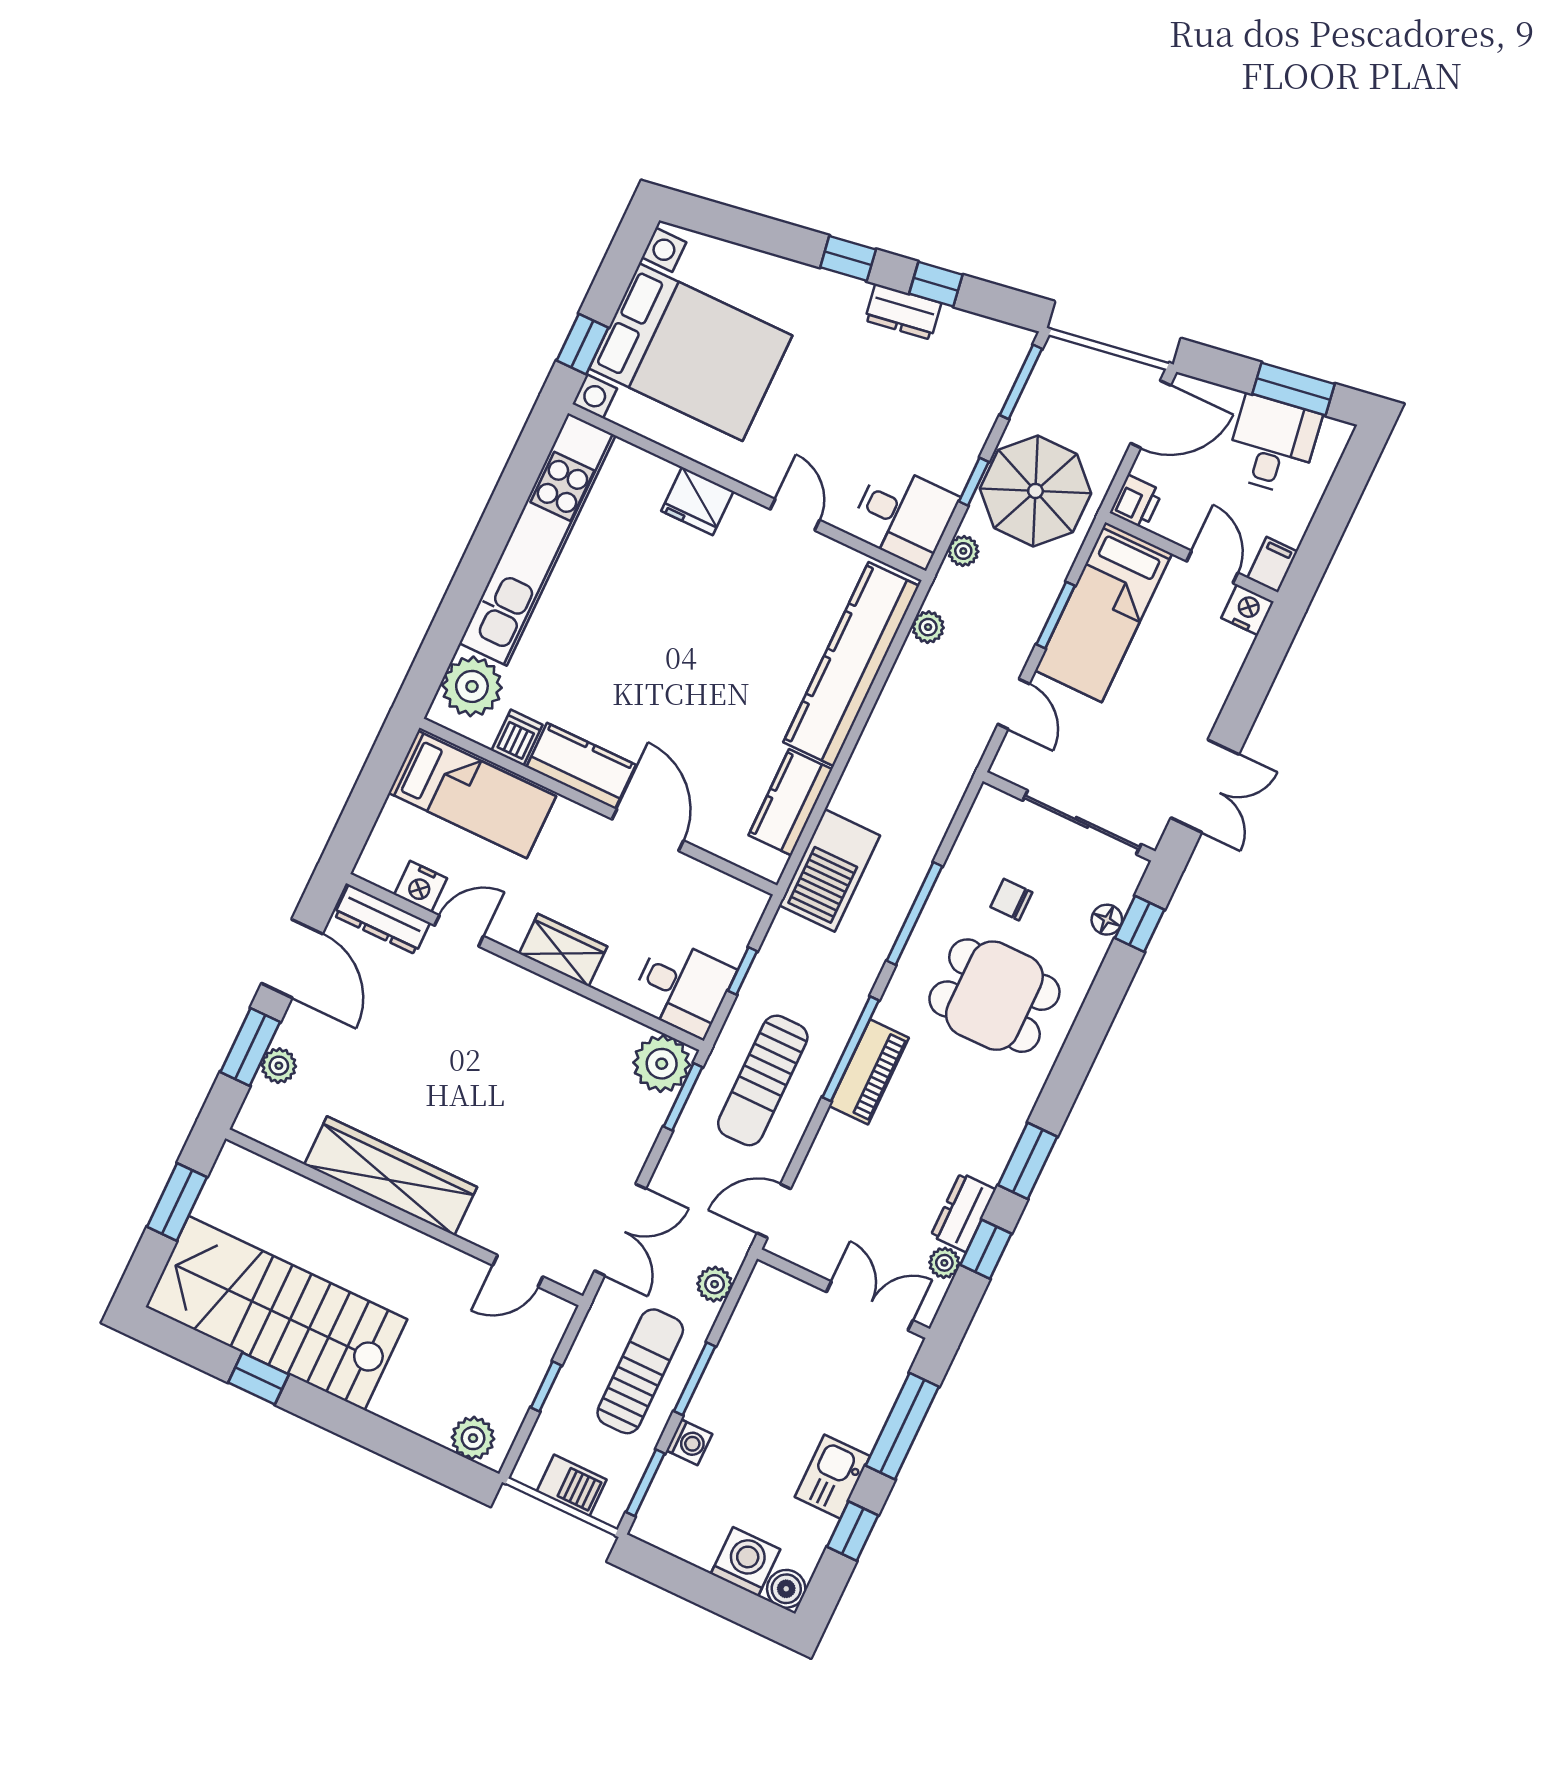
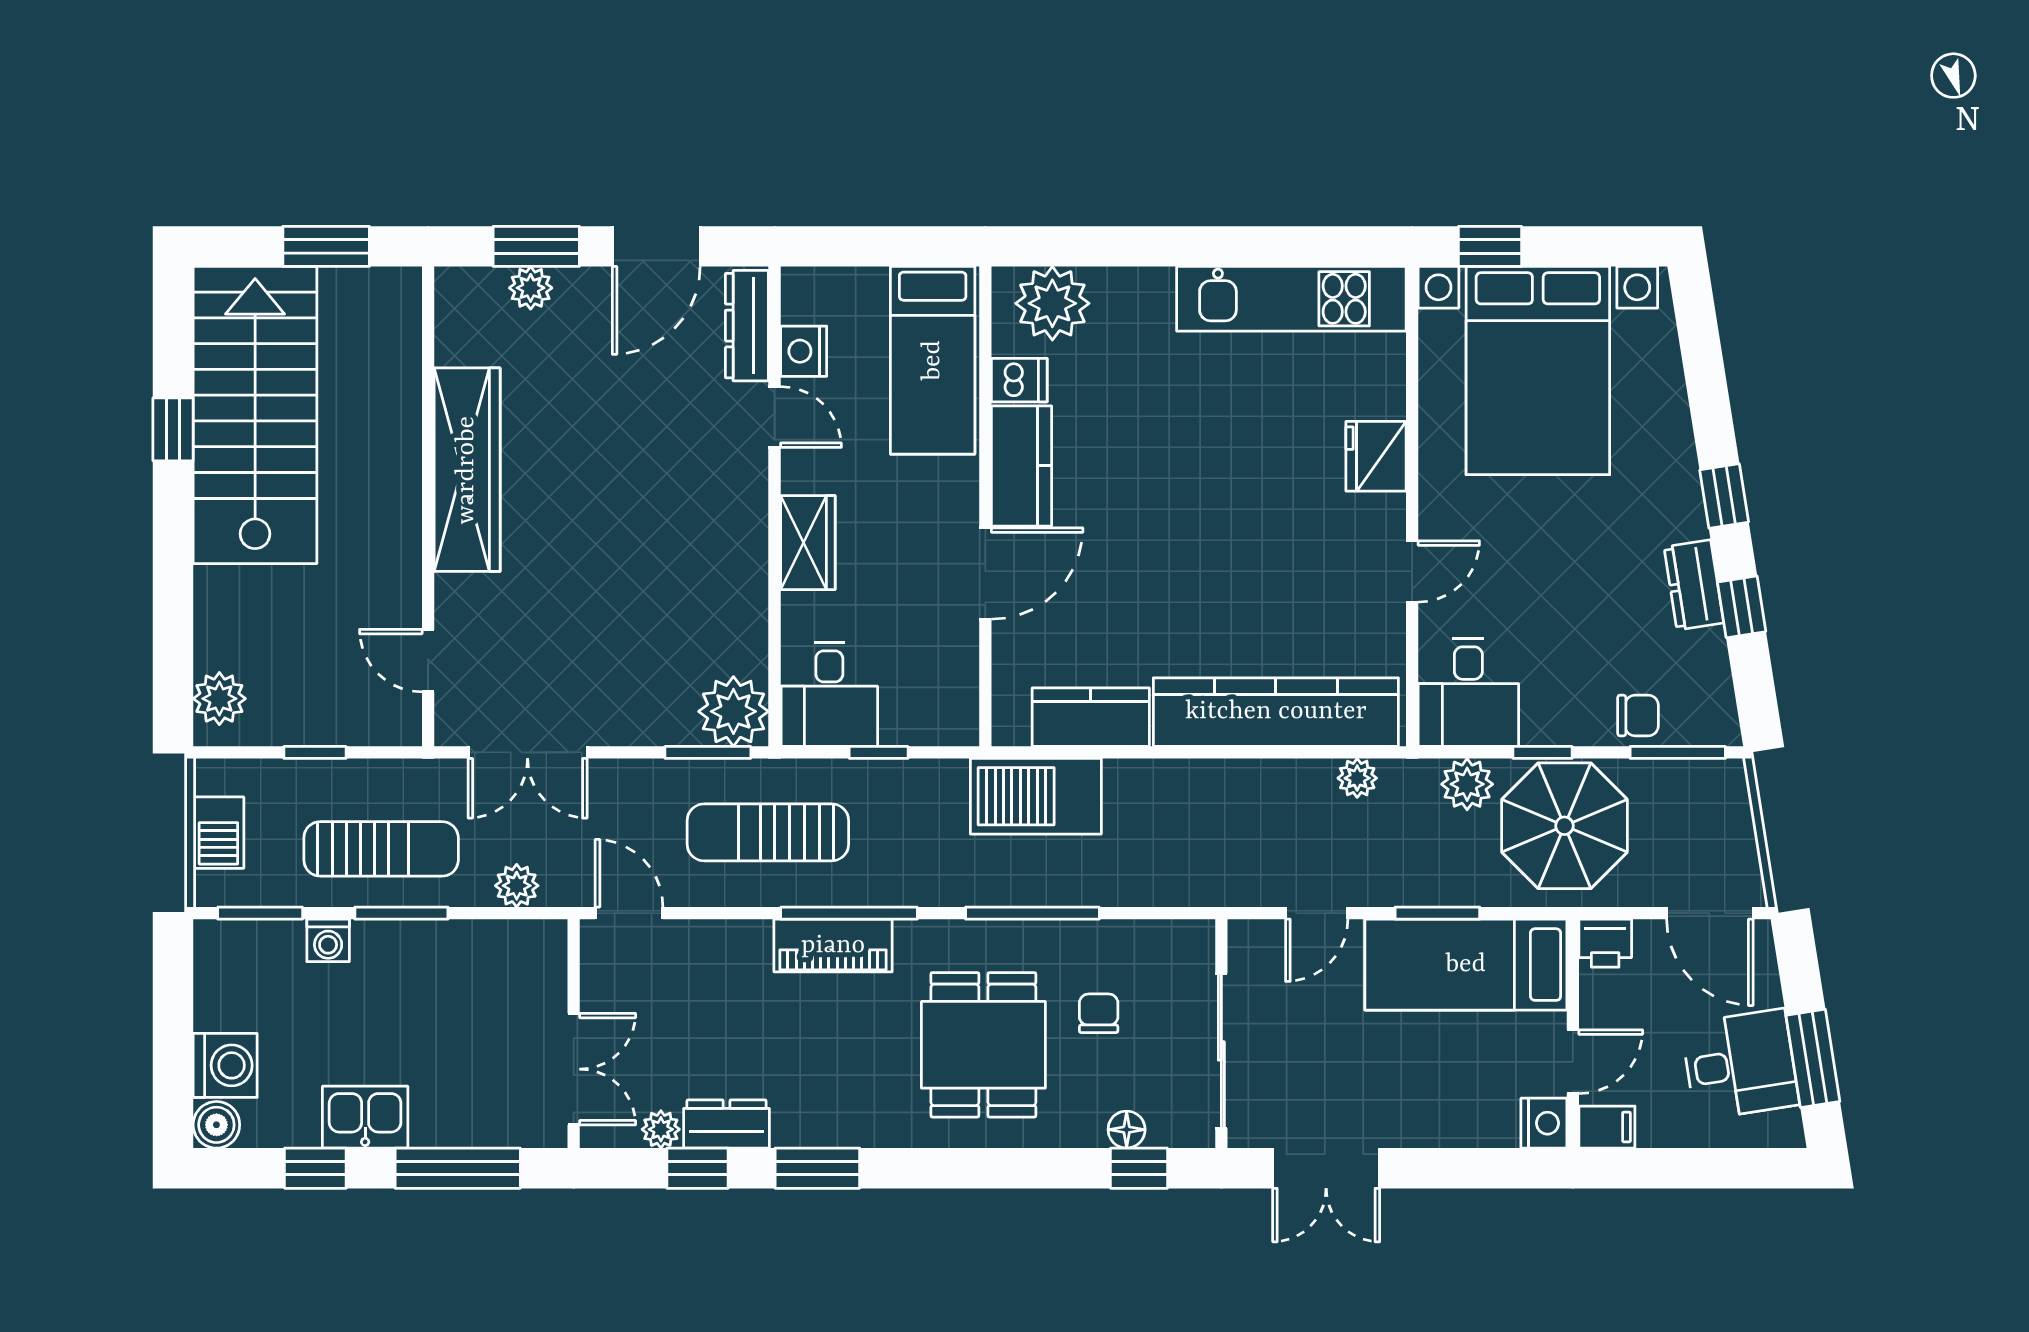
chair: (980, 398) -> (1638, 716), added
kitchen unit: (537, 539) -> (1291, 299), width x0.73
plant: (963, 551) -> (1467, 784), width x1.38, depth x1.38

